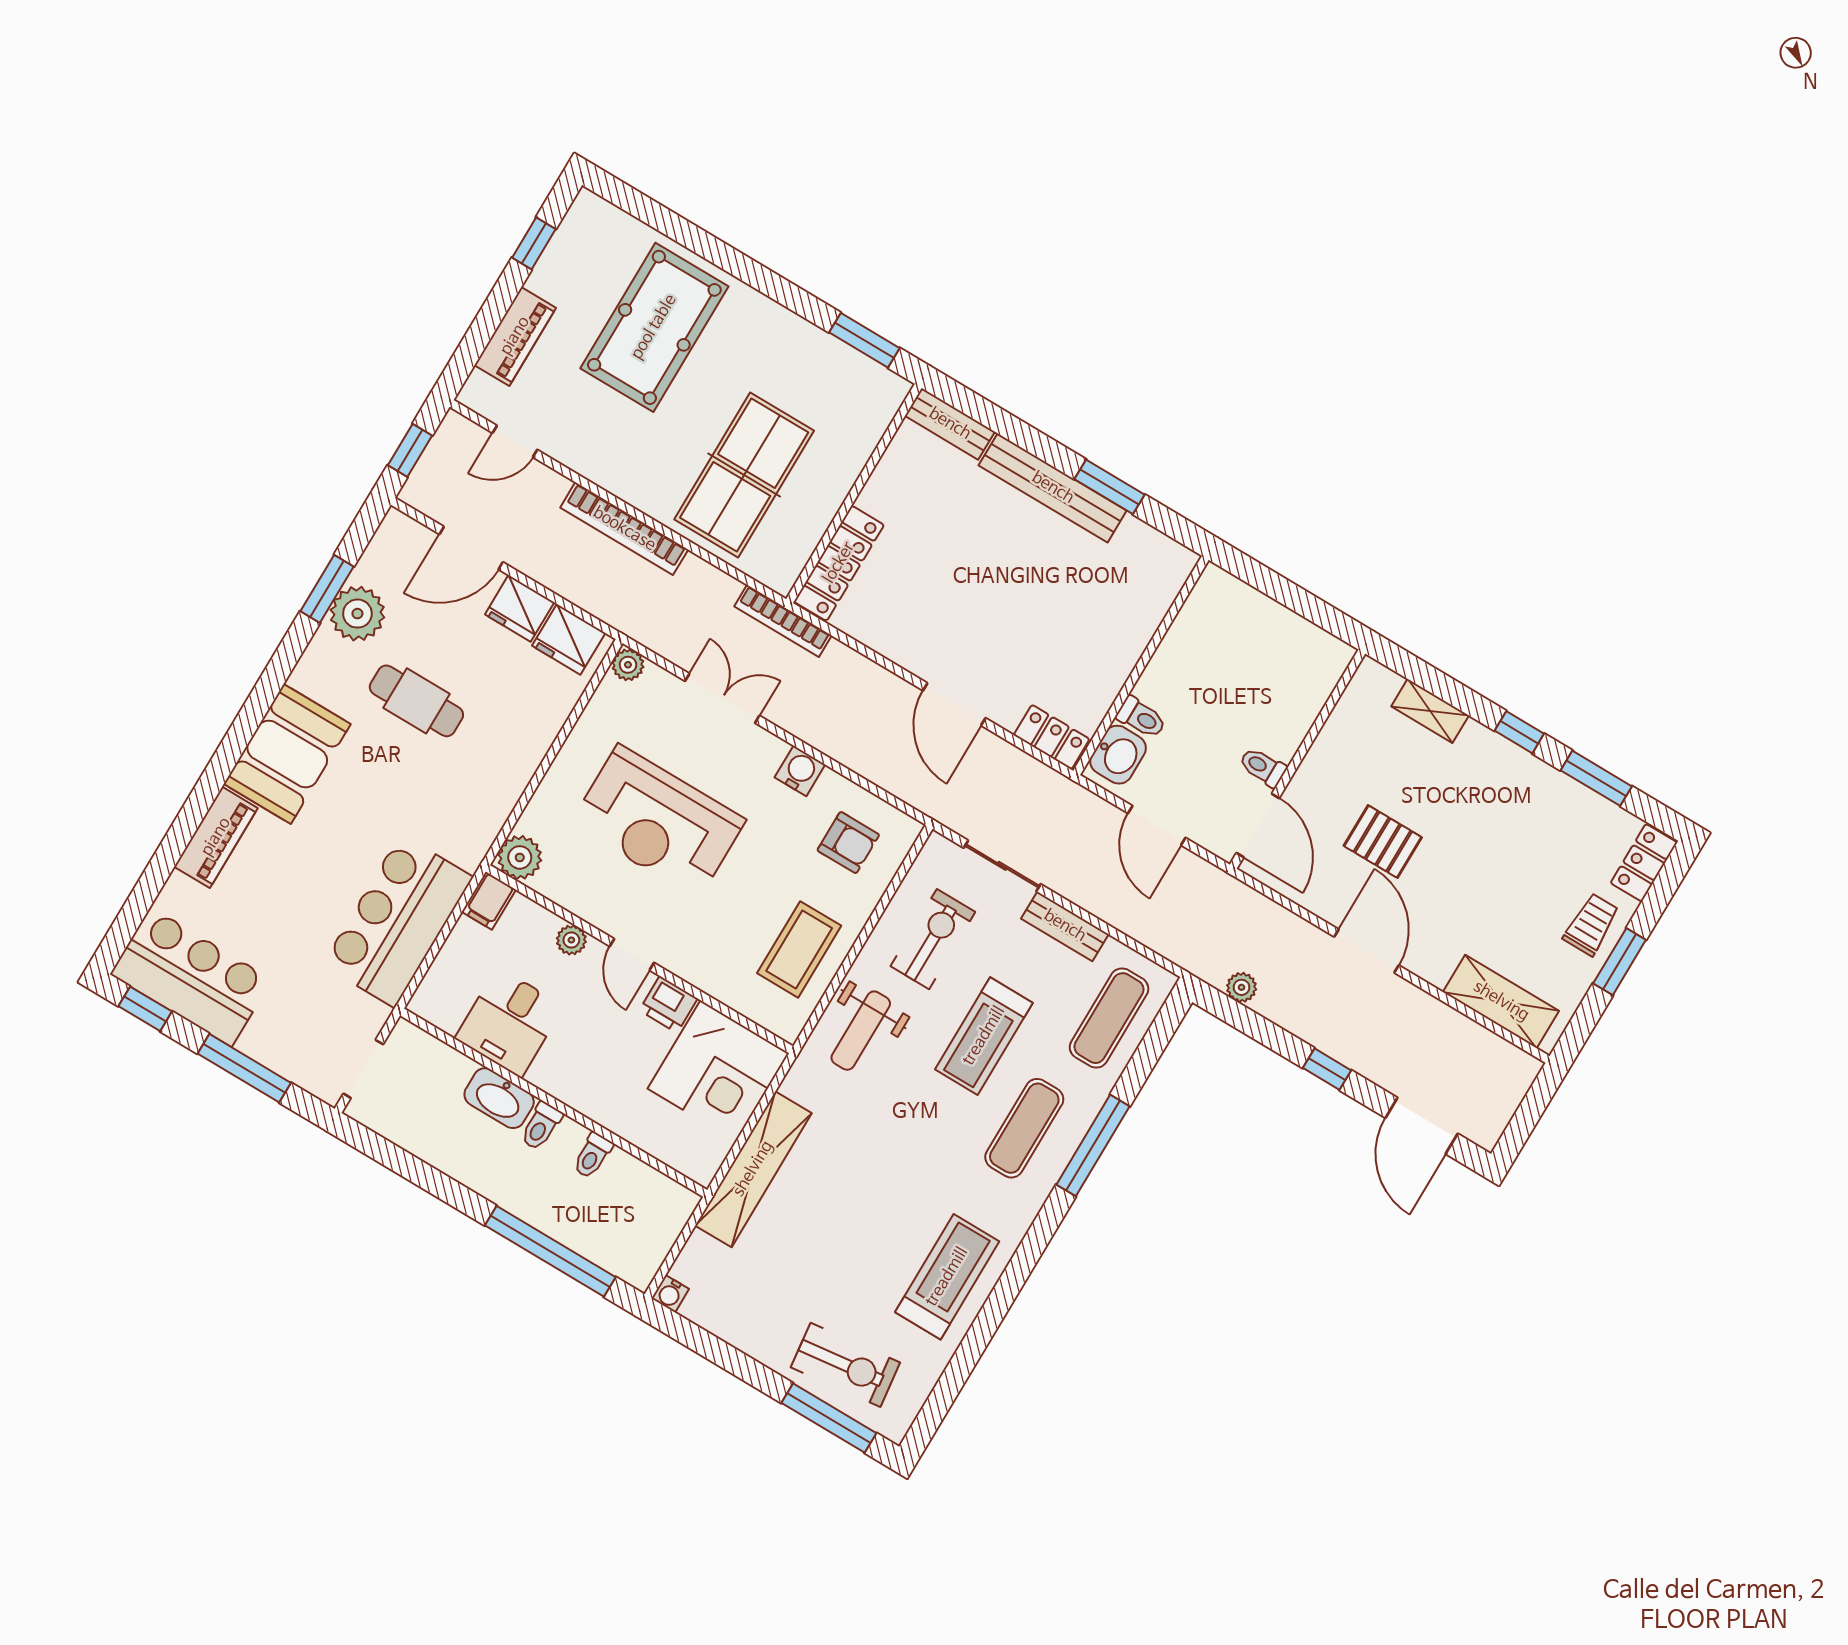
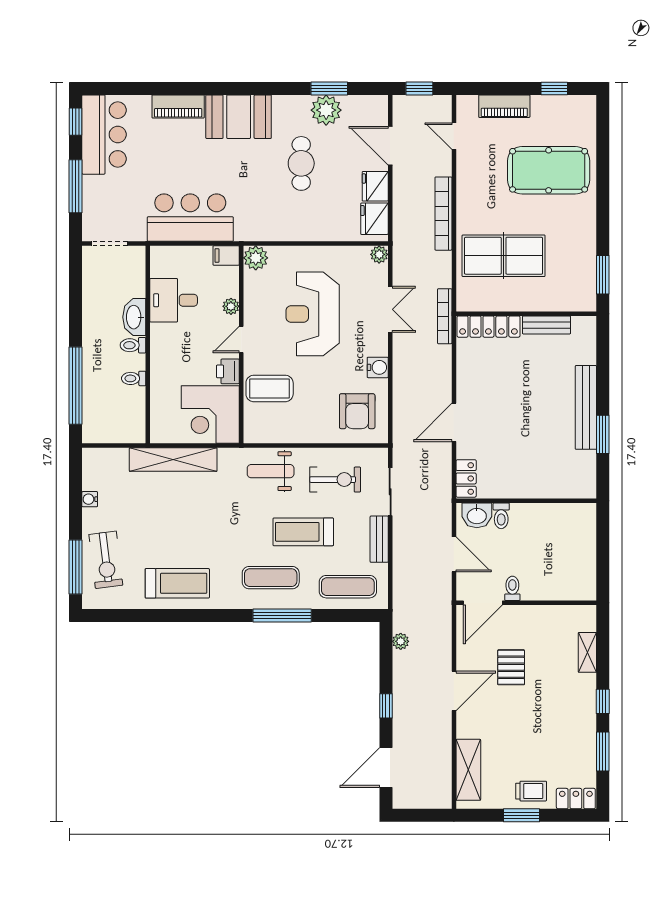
bench: (950, 424) -> (546, 325), moved, turned 90
door: (1157, 825) -> (454, 554), swing flipped
armchair: (848, 843) -> (357, 411), width x1.38, depth x1.38
coffee table: (799, 949) -> (270, 388), moved
water cooler: (670, 1294) -> (90, 499), moved

